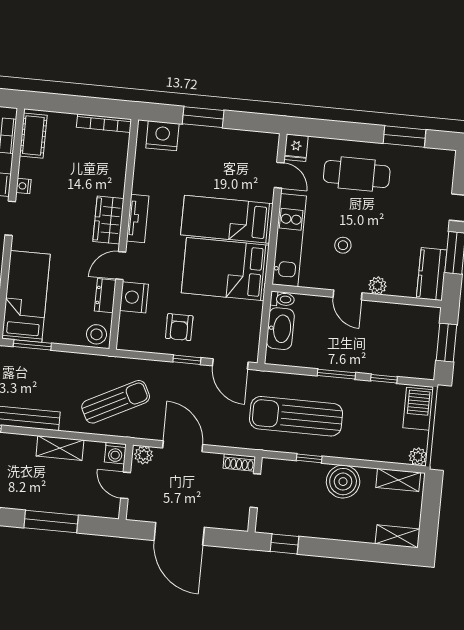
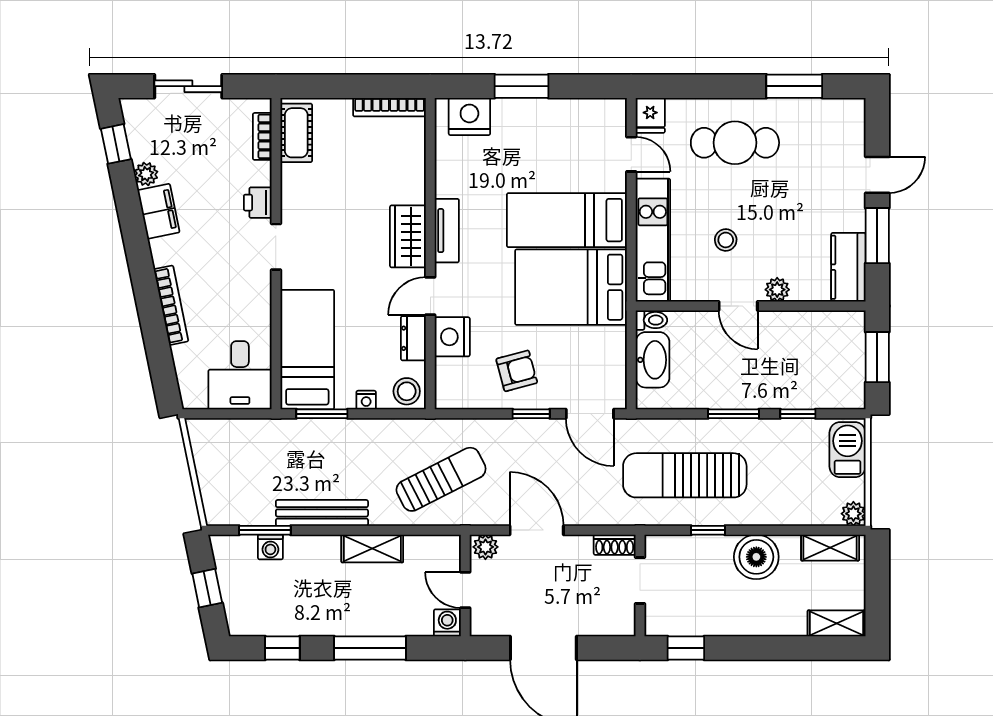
nightstand: (24, 186) -> (366, 400), moved, turned -90
armchair: (179, 327) -> (517, 371), turned -105
washing machine: (115, 453) -> (447, 623), moved, turned 180

